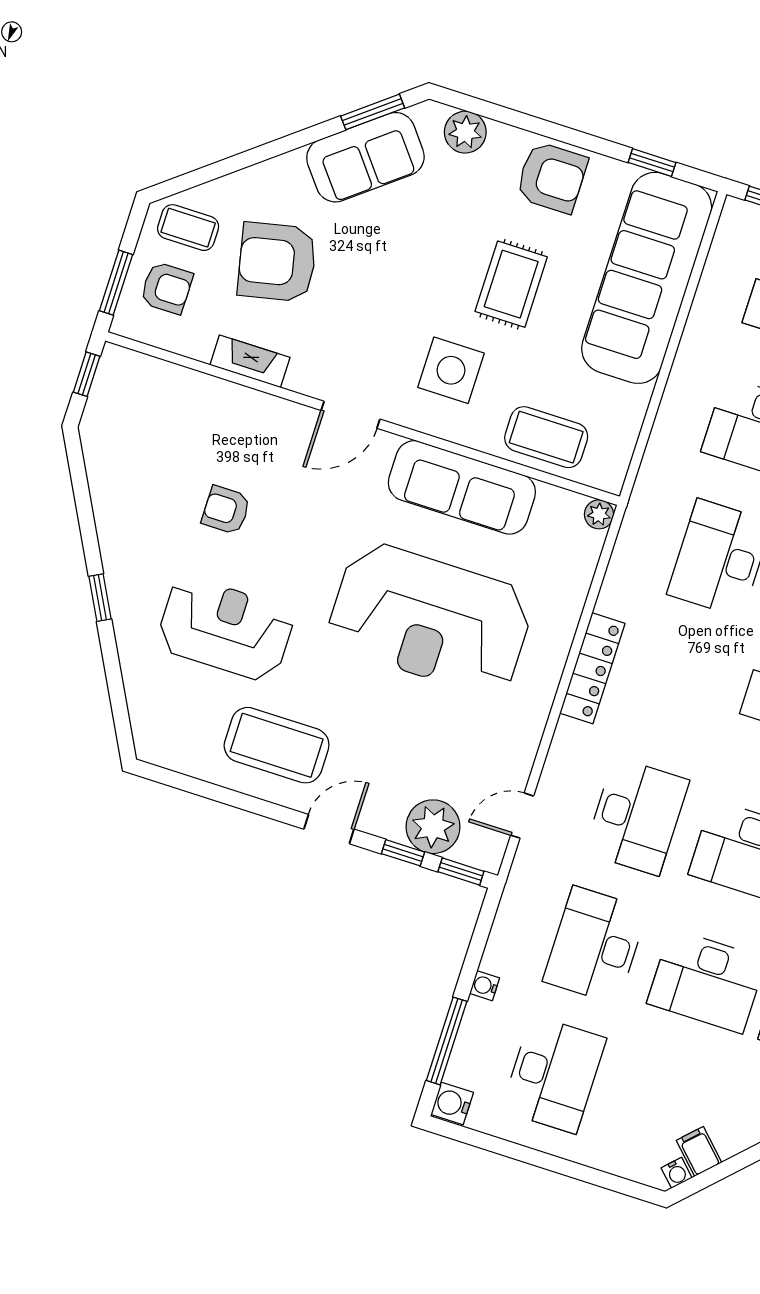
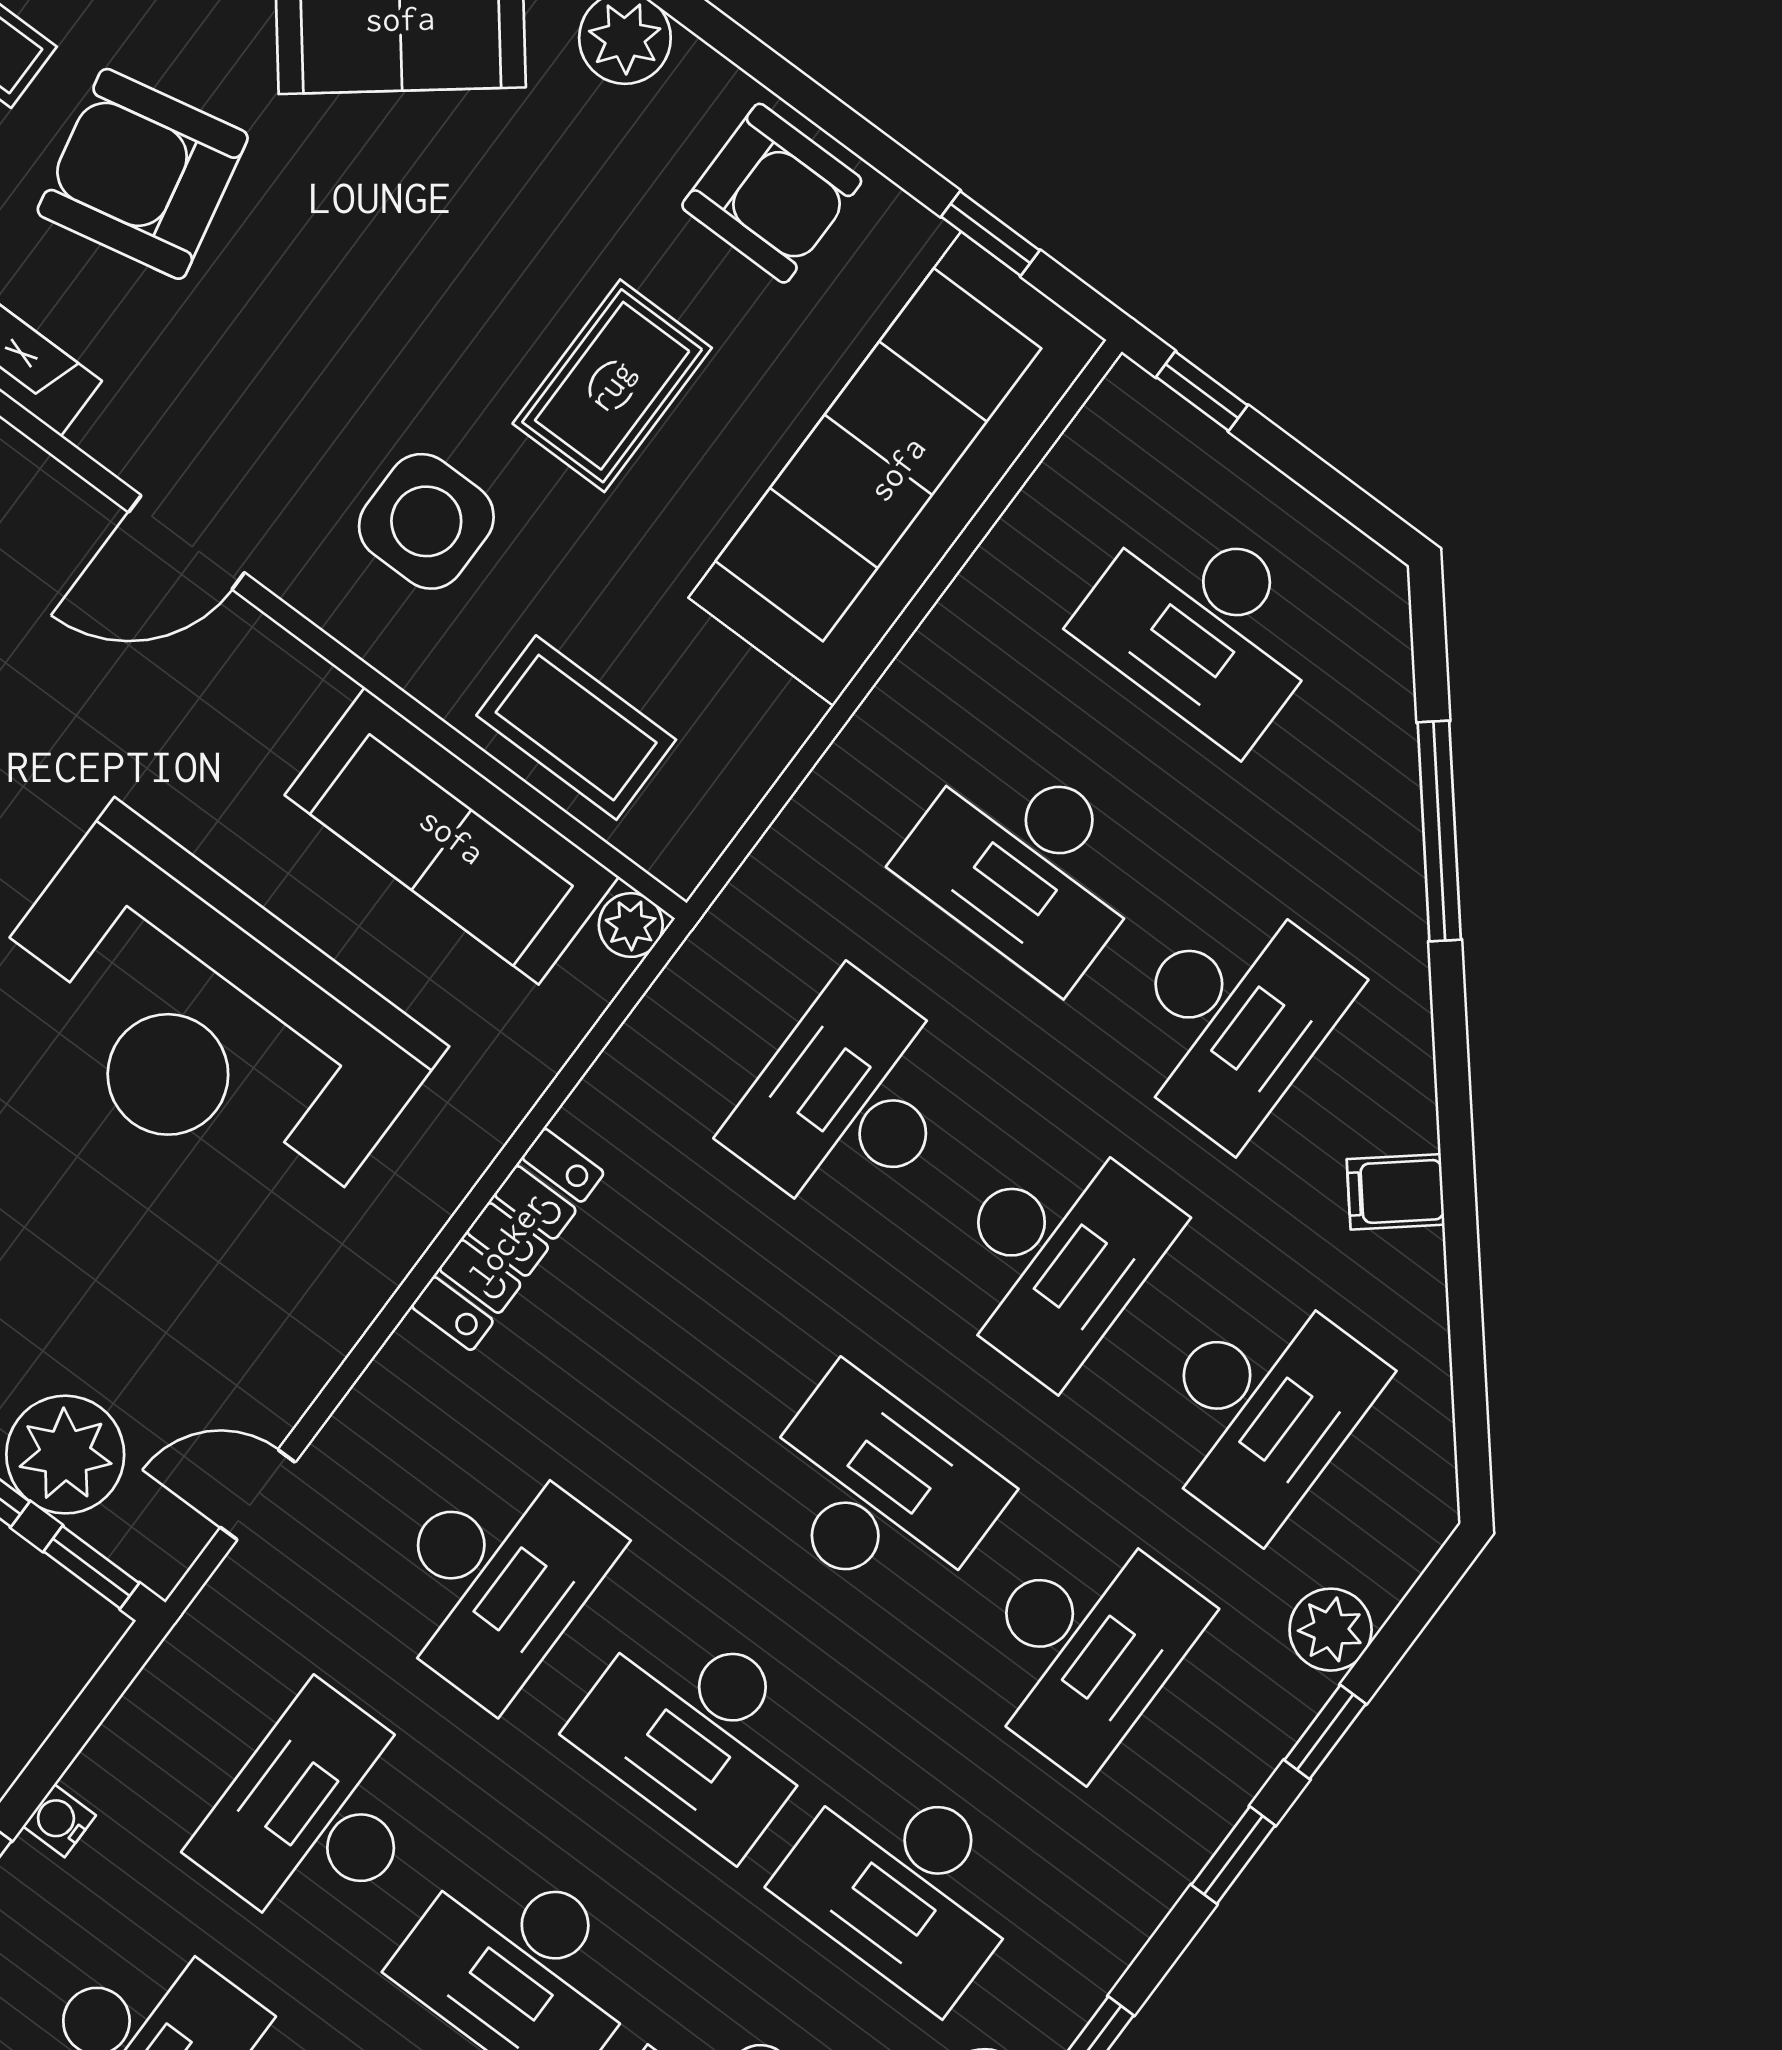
sofa: (462, 487) -> (452, 836), moved

